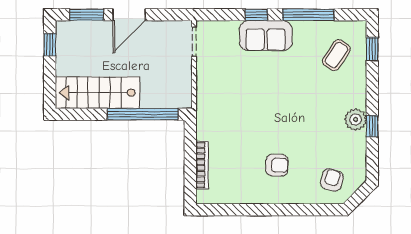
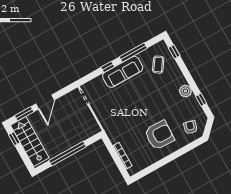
sofa: (266, 36) -> (123, 72), width x1.36
stairs: (97, 93) -> (30, 141), moved, turned 90
window: (143, 114) -> (68, 154), moved
window: (372, 126) -> (201, 100), moved
armchair: (277, 165) -> (159, 135), width x1.88, depth x1.88

